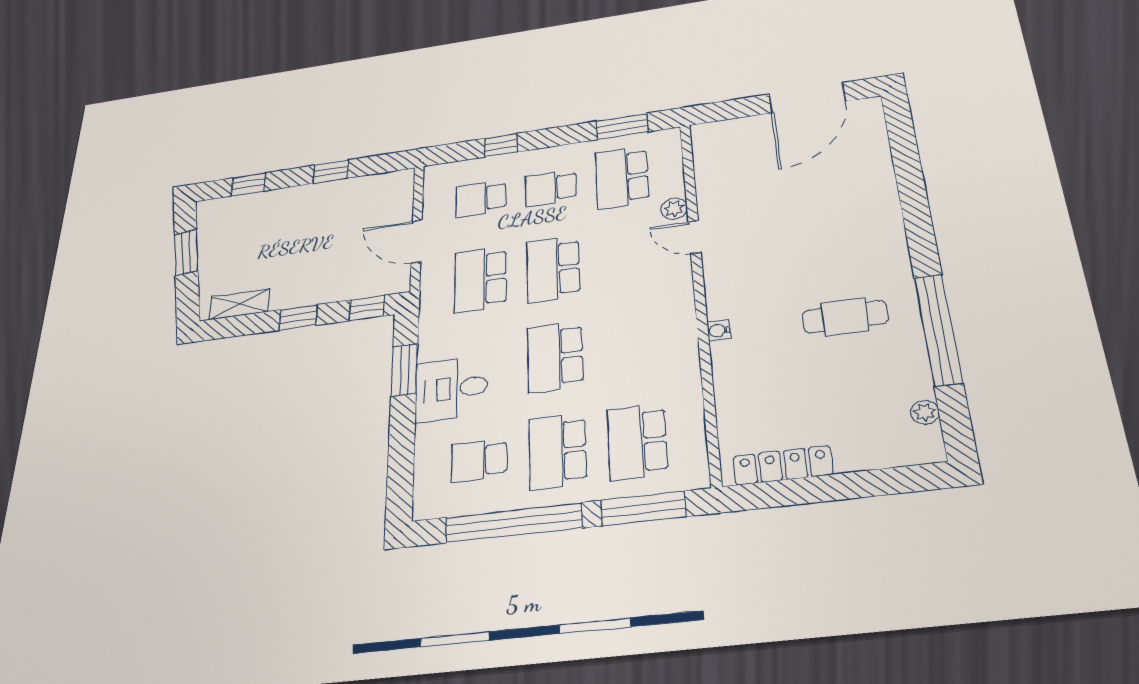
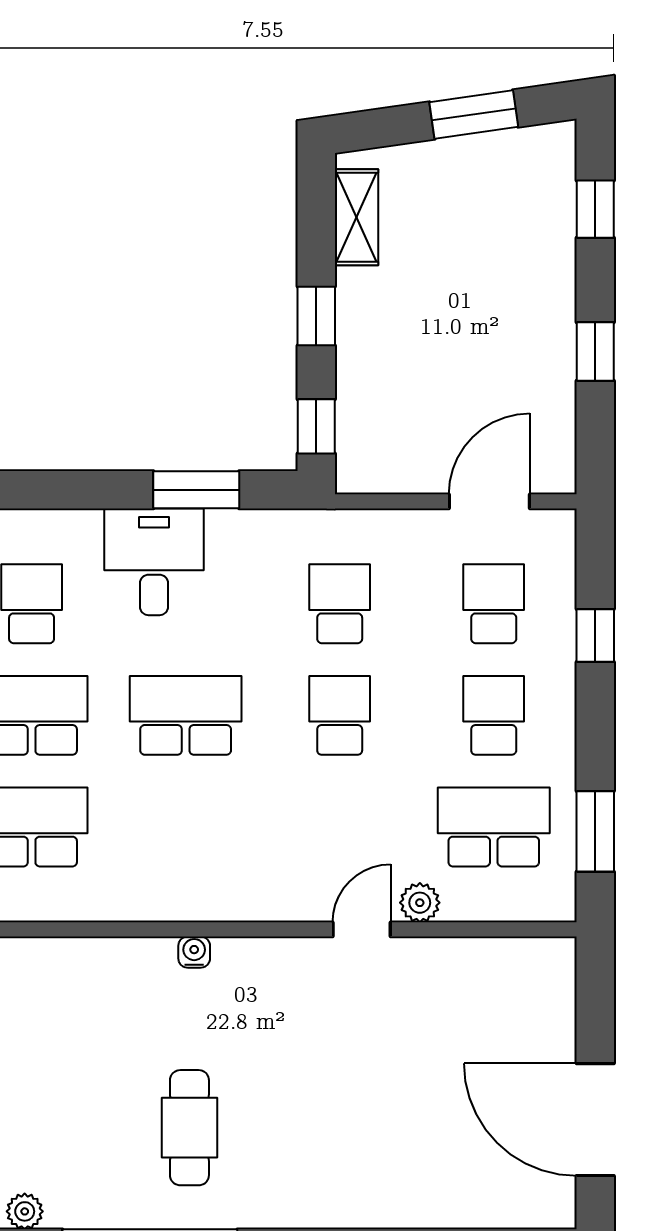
door: (417, 241) -> (489, 501), moved
school desk: (553, 269) -> (340, 715), width x0.54
school desk: (480, 279) -> (340, 604), width x0.54

